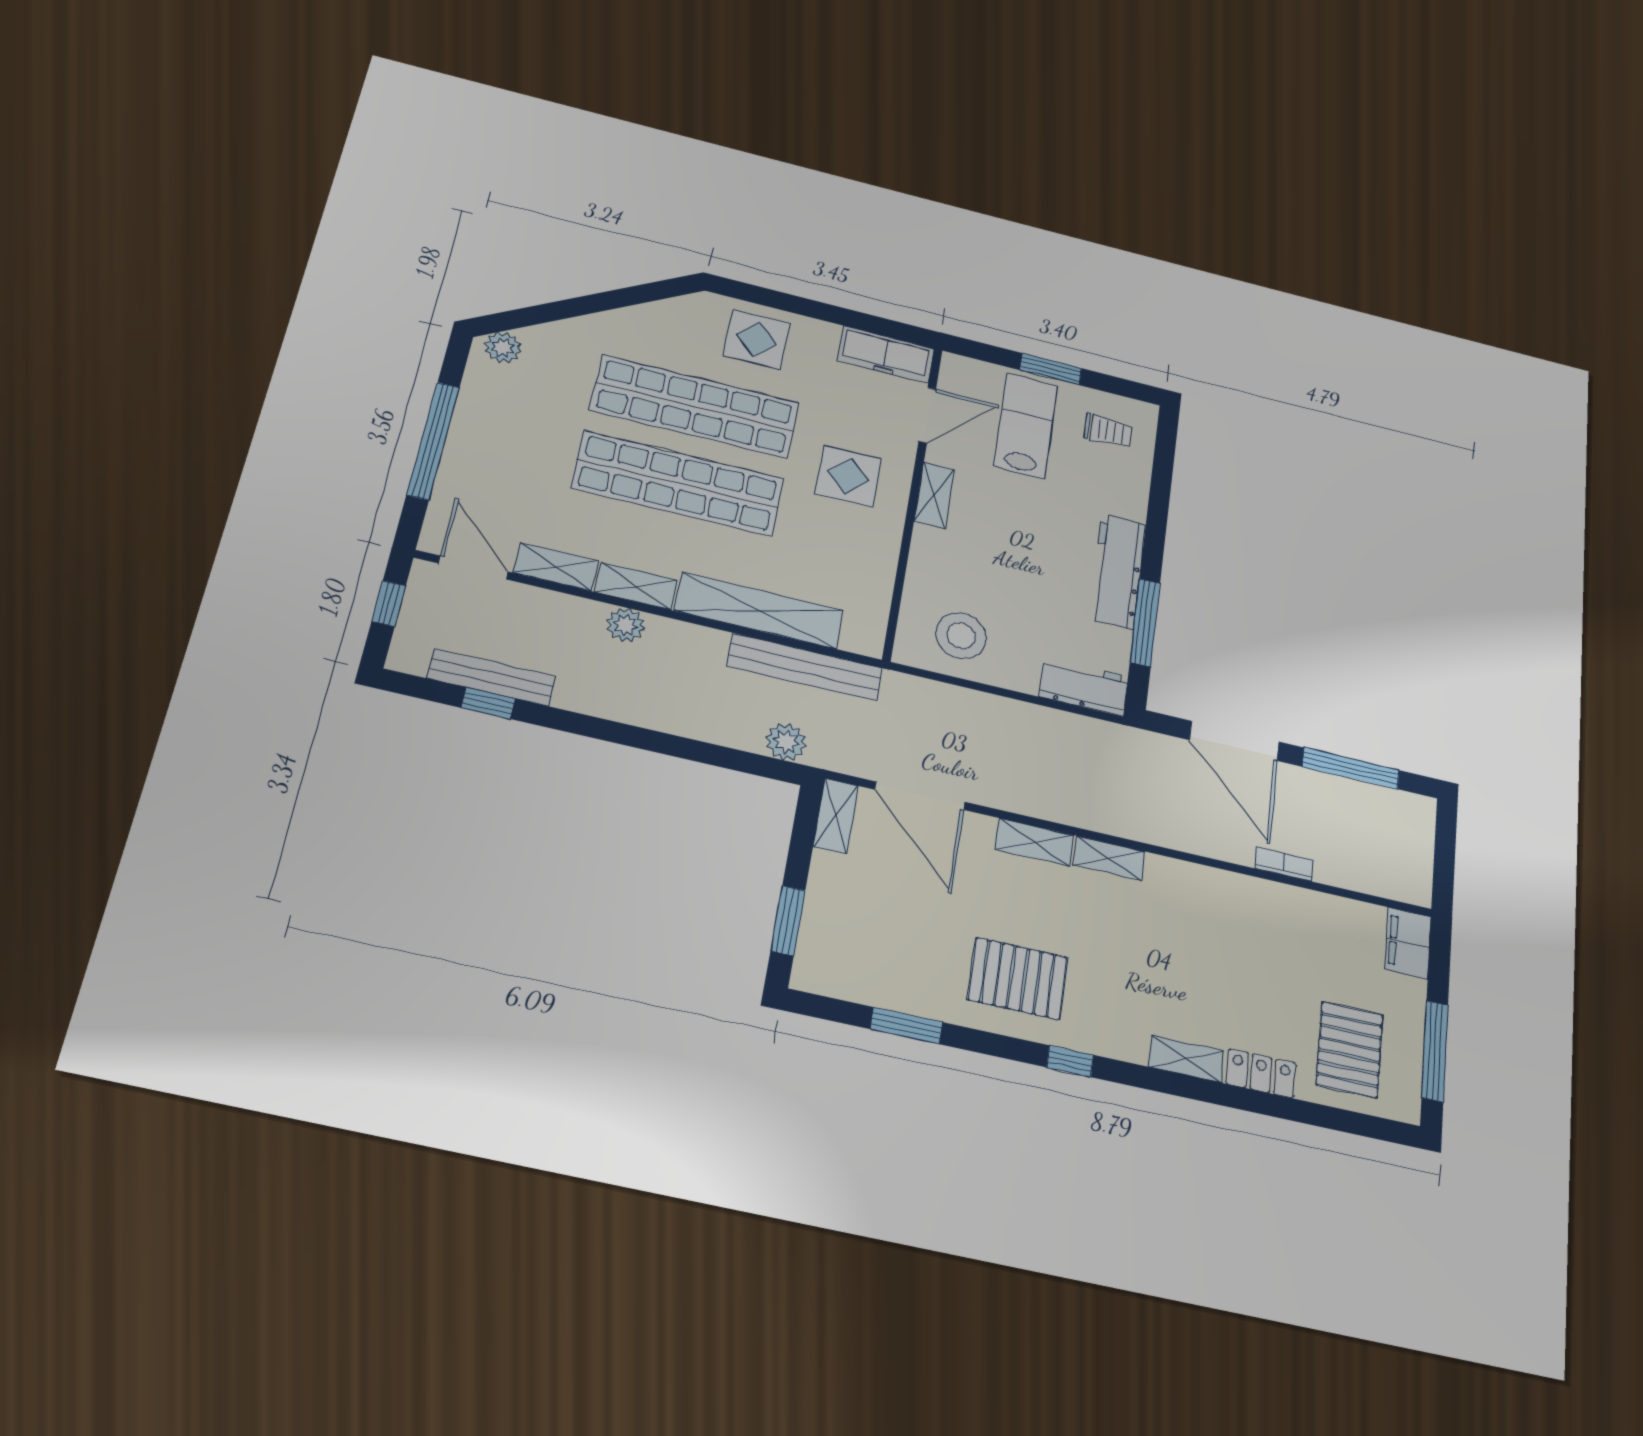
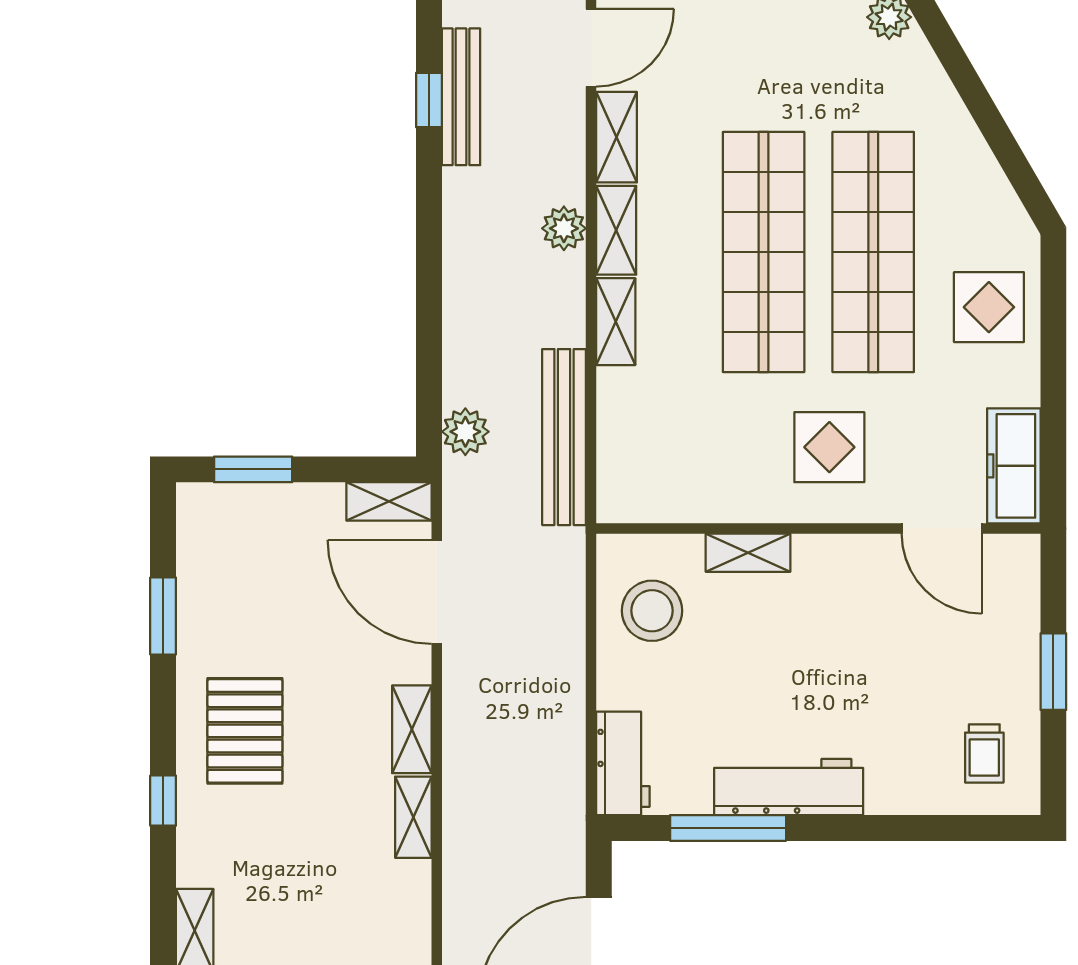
lab bench: (1026, 426) -> (961, 651), removed
shelving: (934, 495) -> (748, 553), moved
shelving: (759, 611) -> (616, 322), width x0.45, depth x0.75
door: (920, 796) -> (437, 592), hinge flipped

